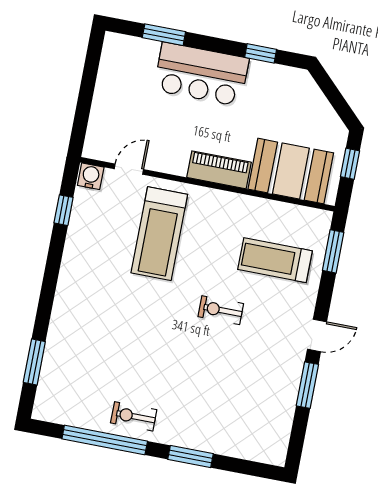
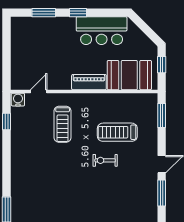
window: (261, 53) -> (78, 13), moved
bar counter: (201, 74) -> (102, 31), moved
treadmill: (159, 234) -> (63, 124), width x0.73, depth x0.73
treadmill: (275, 260) -> (117, 132), moved

